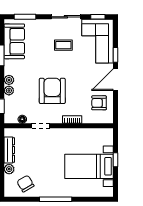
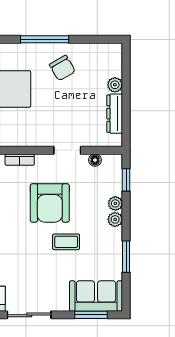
sofa: (14, 41) -> (96, 296), moved, turned 90
coffee table: (63, 45) -> (66, 242), moved
chair: (25, 184) -> (62, 68), moved

